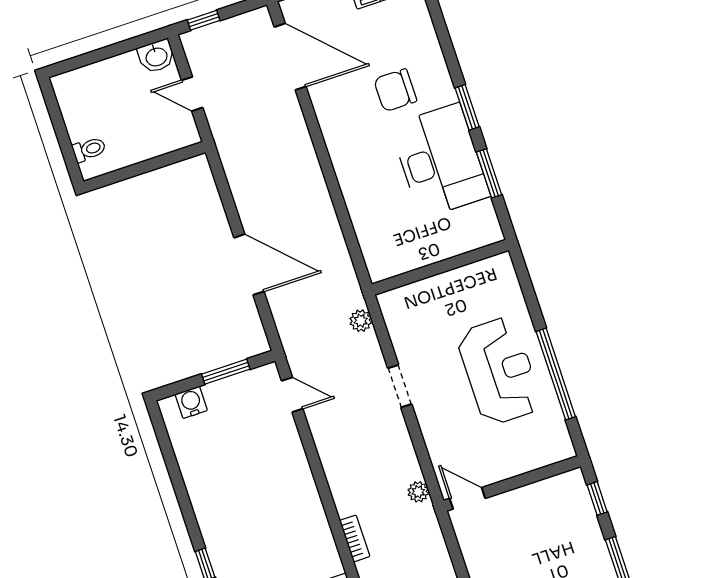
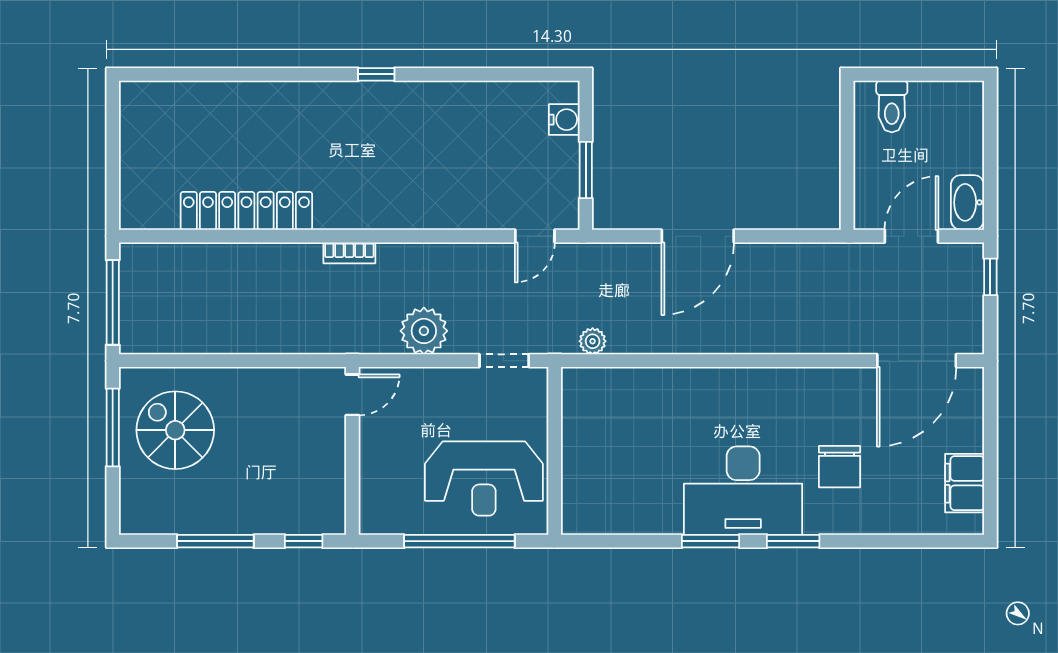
washbasin: (156, 56) -> (967, 202), width x1.38
chair: (395, 90) -> (839, 467), turned 180
door: (192, 94) -> (911, 236), width x1.38
toilet: (89, 149) -> (892, 106), width x1.37, depth x1.39
wall: (440, 267) -> (555, 451), moved
plant: (418, 492) -> (424, 331), moved, width x1.88, depth x1.88

